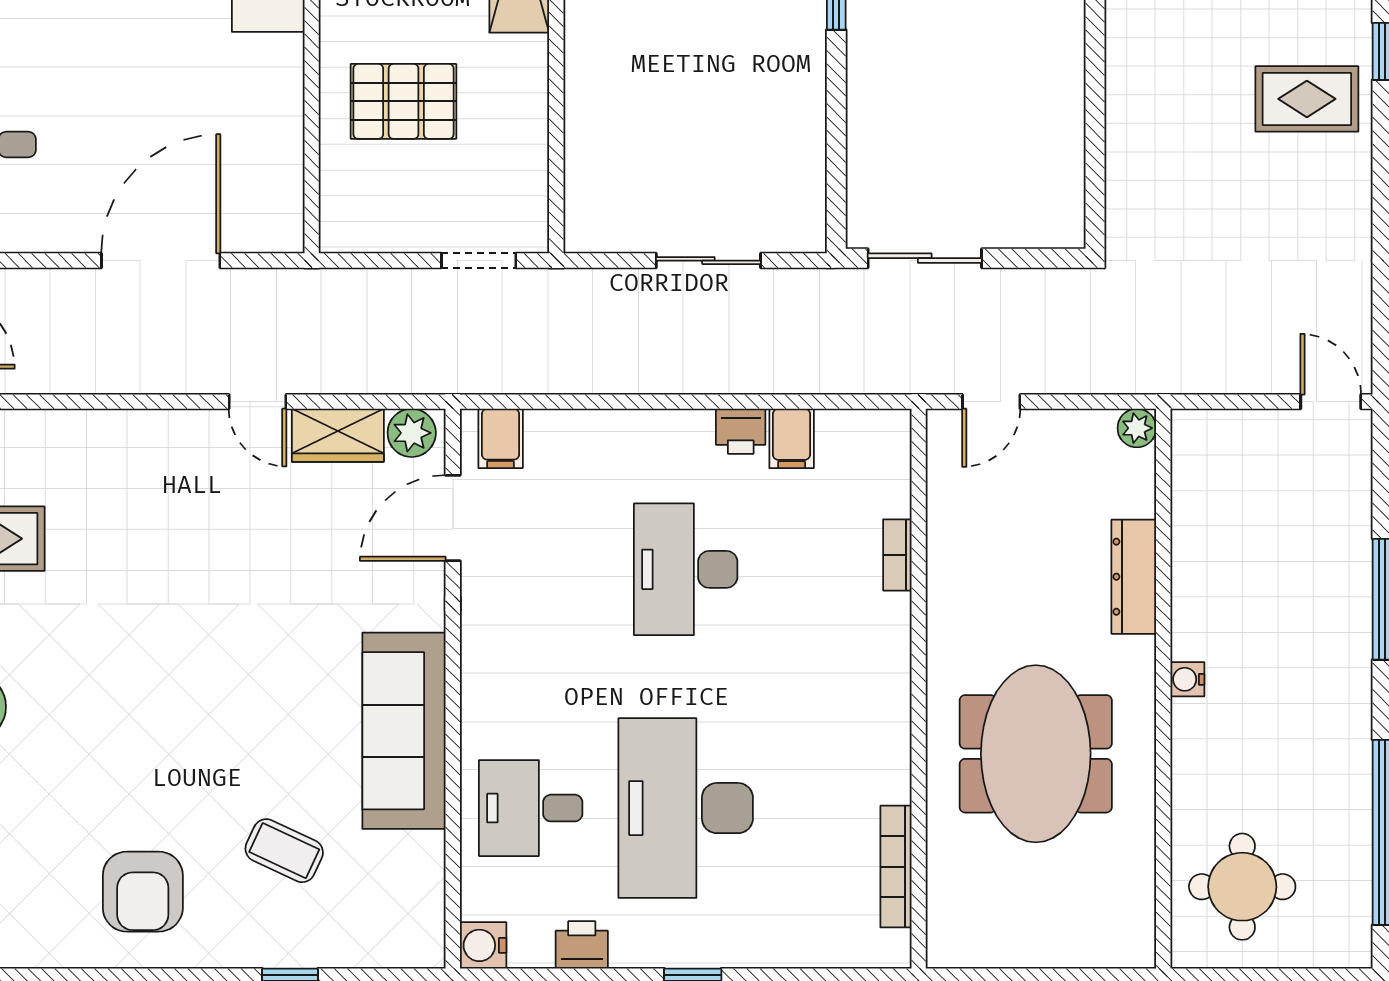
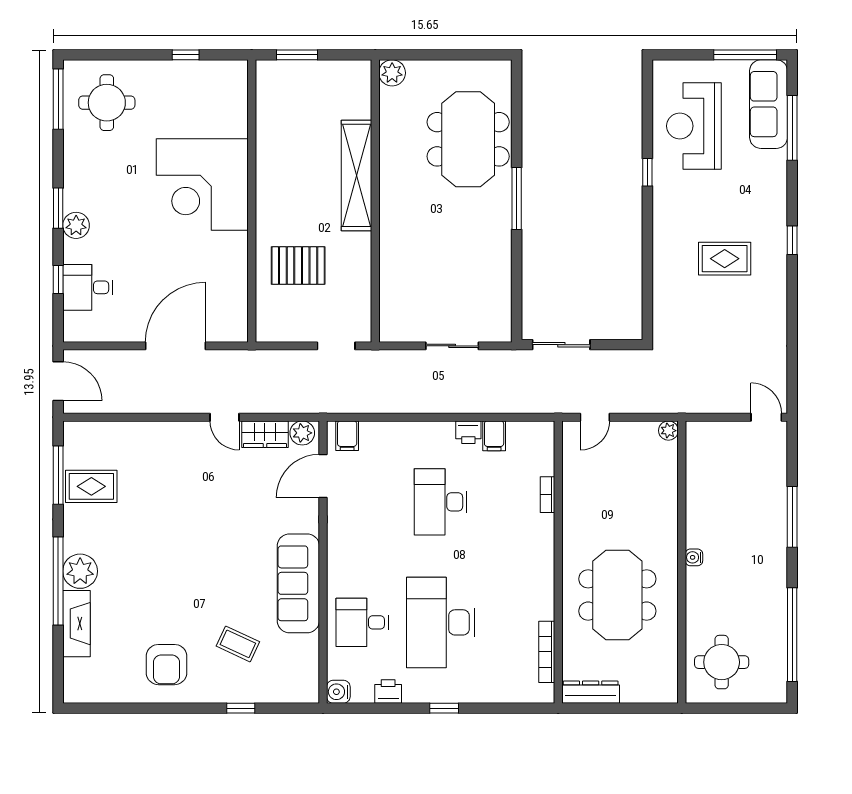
rug: (1307, 99) -> (725, 259), moved
dresser: (1134, 577) -> (591, 692), moved, turned 90

